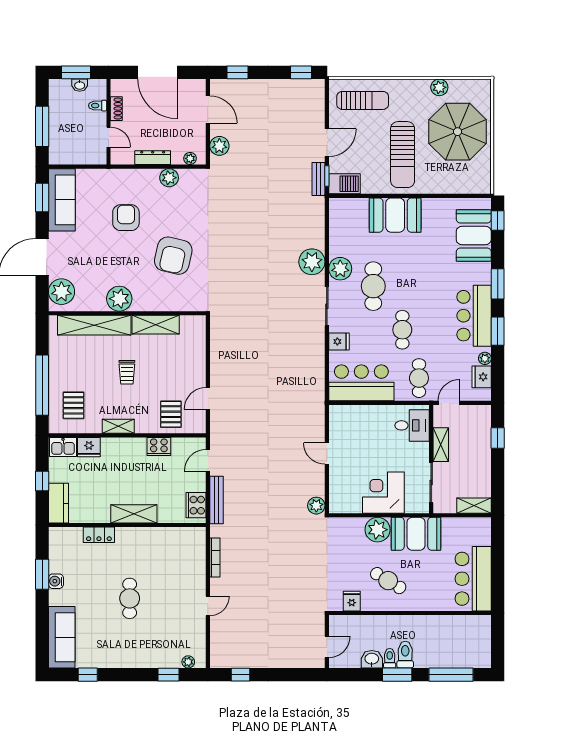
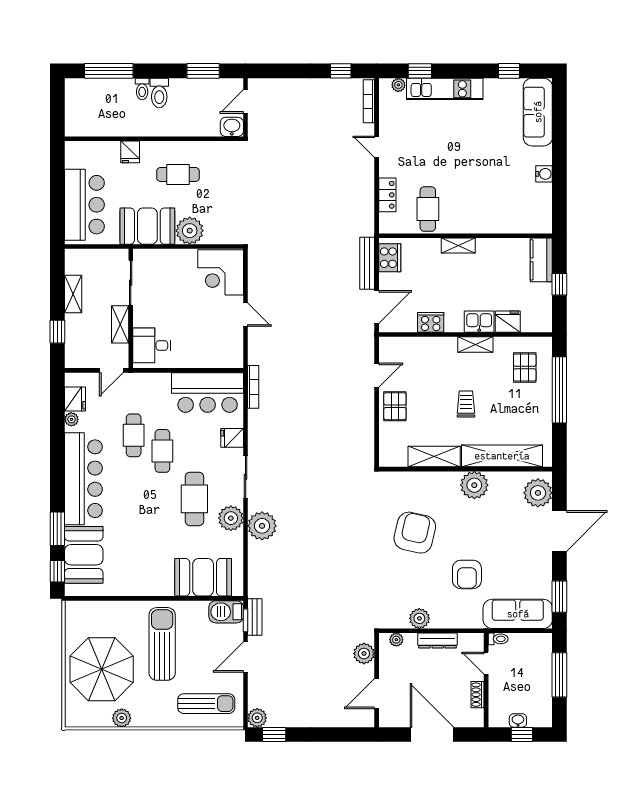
window: (76, 72) -> (522, 734), width x0.67
window: (237, 72) -> (344, 734), removed
sun lounger: (363, 100) -> (206, 704), turned 180
toilet: (98, 106) -> (498, 639), moved
door: (208, 109) -> (377, 694), hinge flipped
sofa: (62, 200) -> (518, 614), moved, turned 90
booth: (395, 215) -> (203, 577), moved
window: (498, 284) -> (57, 529), moved
bar counter: (474, 316) -> (83, 479), width x1.36
window: (498, 331) -> (57, 449), removed
cafe table: (419, 378) -> (134, 435), moved
bookcase: (320, 388) -> (253, 387), added
pallet: (171, 414) -> (395, 406), moved
kitchen sink: (63, 447) -> (479, 322), moved
door: (208, 460) -> (377, 307), width x1.38
corner desk: (383, 493) -> (221, 272), moved, turned 90
plant: (316, 506) -> (257, 718), moved
shelving: (474, 506) -> (73, 294), moved, turned 90
shelving: (134, 514) -> (458, 245), width x0.67, depth x0.75
locker: (99, 535) -> (387, 195), moved, turned 90
bookcase: (215, 558) -> (369, 101), moved
window: (42, 574) -> (559, 182), removed
bar counter: (473, 579) -> (84, 205), moved
cafe table: (388, 581) -> (178, 175), turned -31
cafe table: (130, 598) -> (428, 209), moved
fridge: (352, 601) -> (130, 152), moved
door: (208, 606) -> (377, 147), hinge flipped
kitchen unit: (146, 658) -> (445, 89), added
toilet: (390, 658) -> (142, 89), moved
washbasin: (372, 659) -> (232, 127), moved, turned 180
window: (397, 675) -> (203, 71), moved

